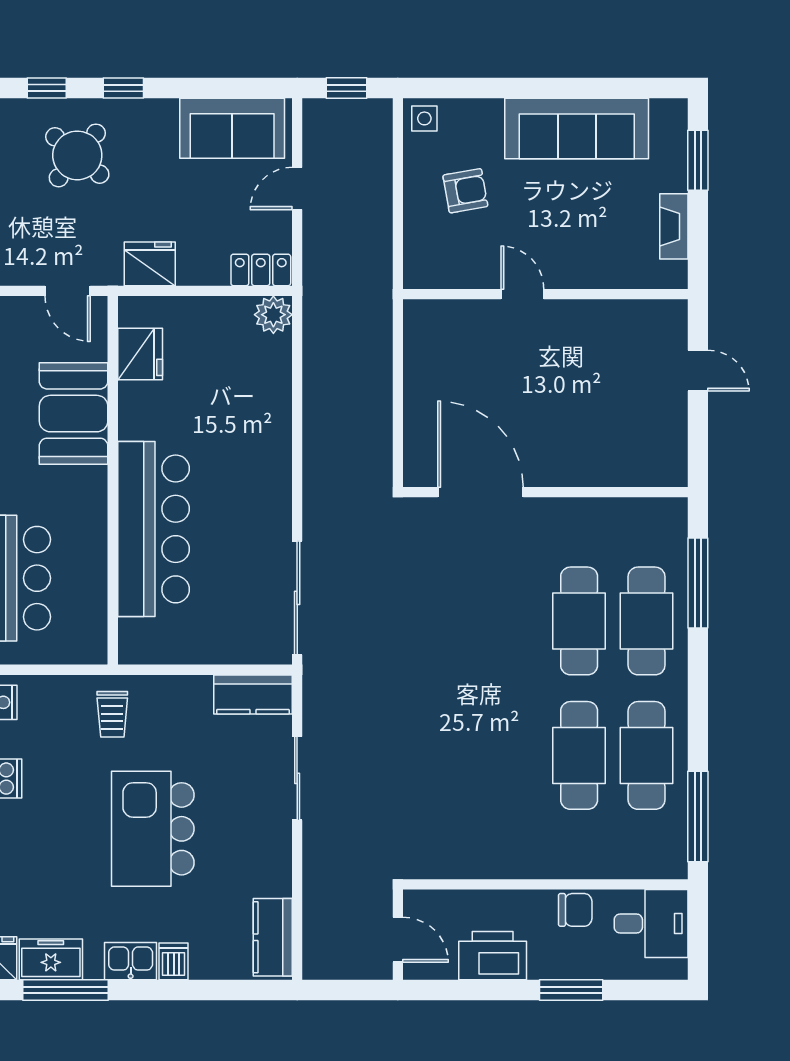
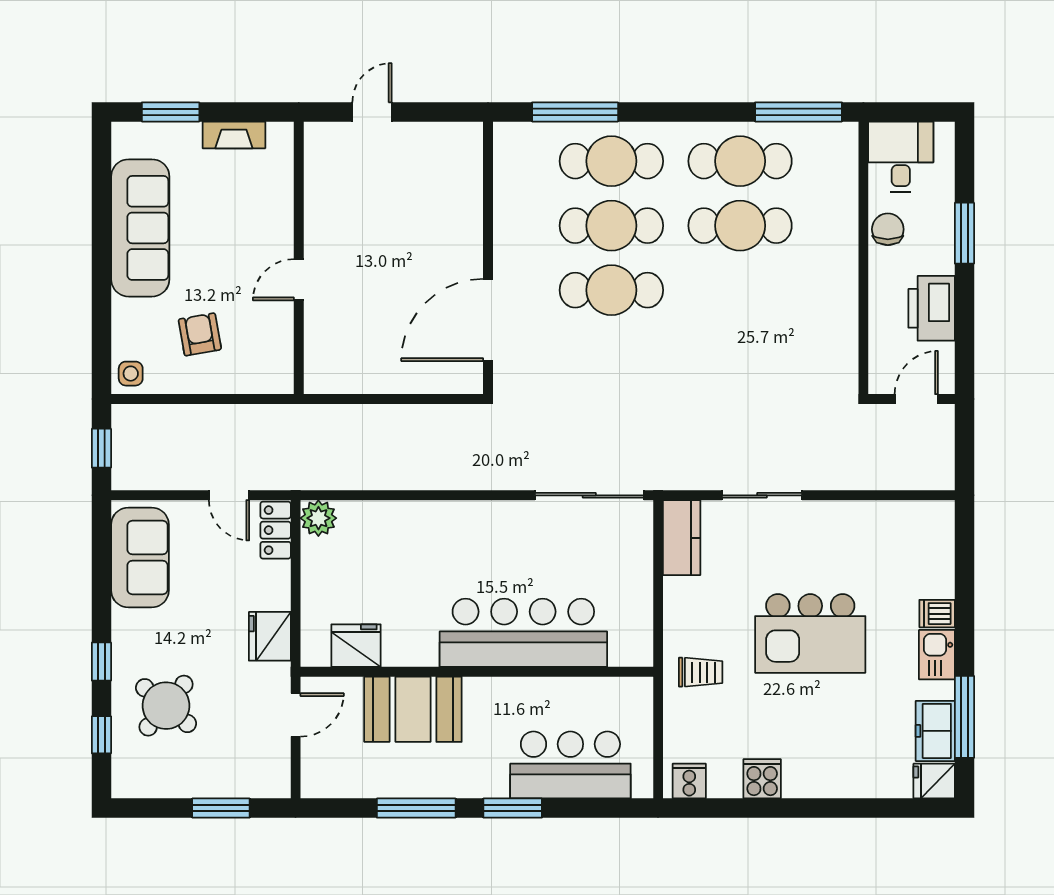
door: (297, 188) -> (229, 495), moved
cafe table: (512, 621) -> (611, 290), added
kitchen counter: (273, 937) -> (914, 519), removed

